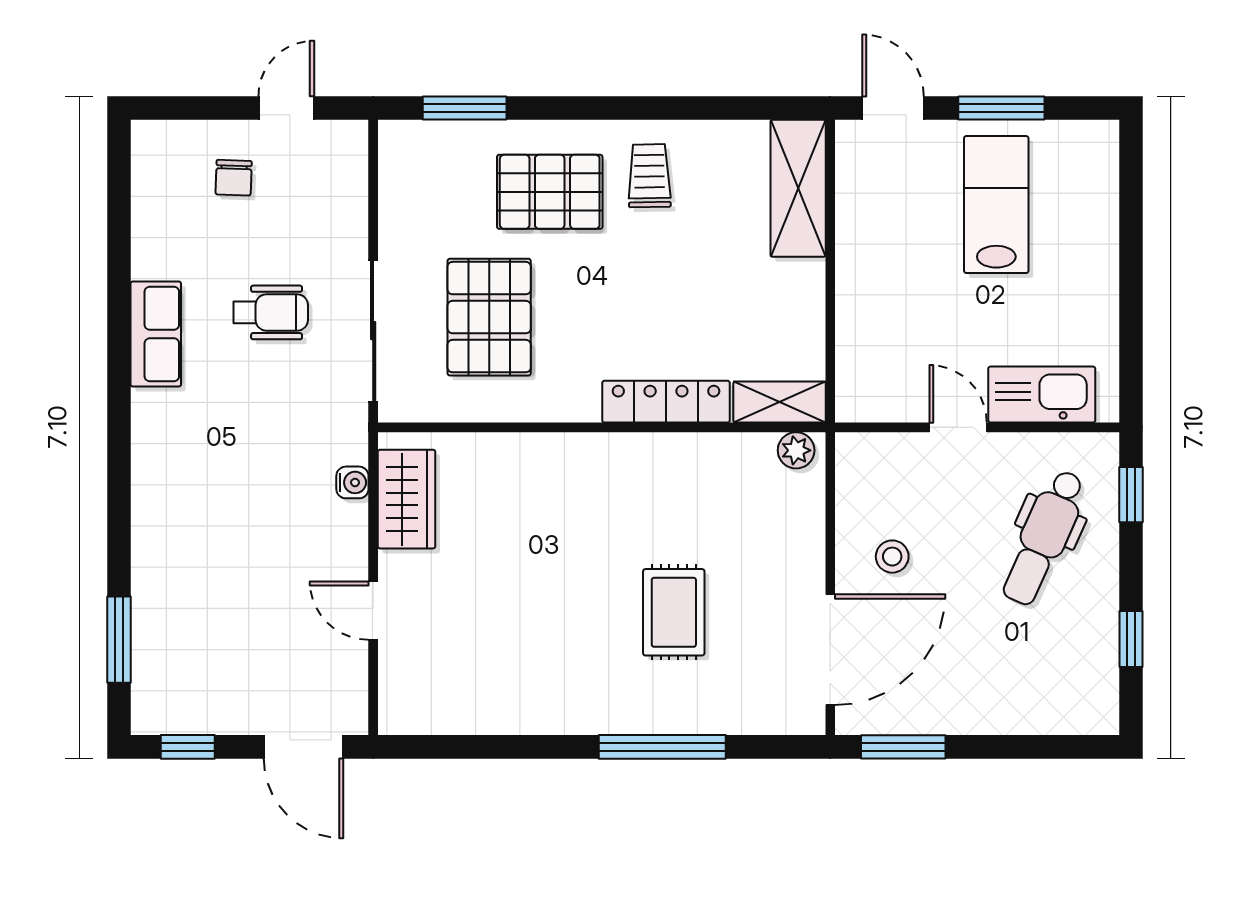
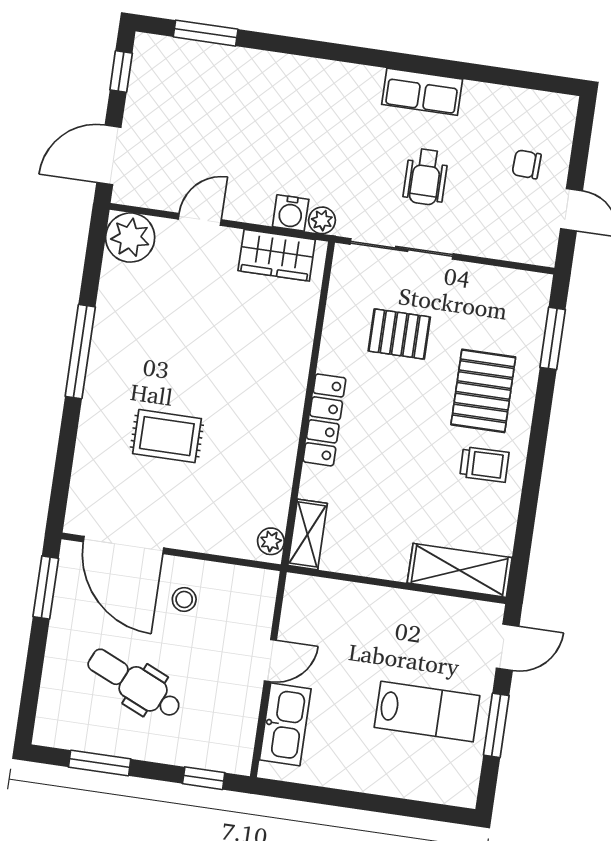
pallet: (489, 317) -> (399, 334), width x0.67, depth x0.71
locker: (666, 402) -> (324, 420), moved
plant: (350, 444) -> (322, 220), added
water cooler: (352, 482) -> (291, 213), width x1.38, depth x1.38
dental chair: (1044, 538) -> (135, 684), moved
window: (1131, 639) -> (100, 763), width x1.50
plant: (411, 702) -> (130, 238), added
window: (662, 747) -> (80, 352), moved

